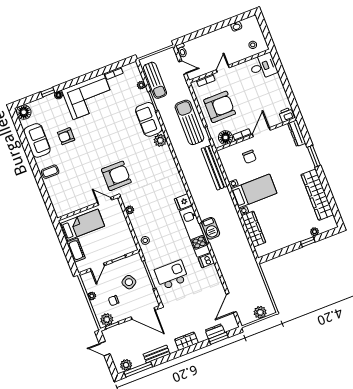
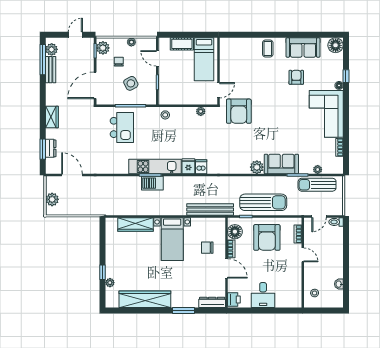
desk: (263, 66) -> (263, 295), moved
dishwasher: (206, 261) -> (201, 167), moved
bench: (157, 354) -> (51, 70), moved

